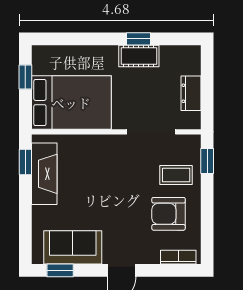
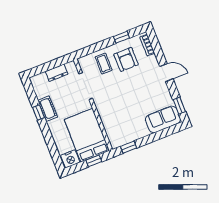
nightstand: (44, 61) -> (70, 159), added
window: (25, 77) -> (94, 161), moved
window: (207, 161) -> (122, 37), moved
fireplace: (44, 174) -> (131, 135), removed
sofa: (73, 247) -> (163, 119), moved, turned 90

